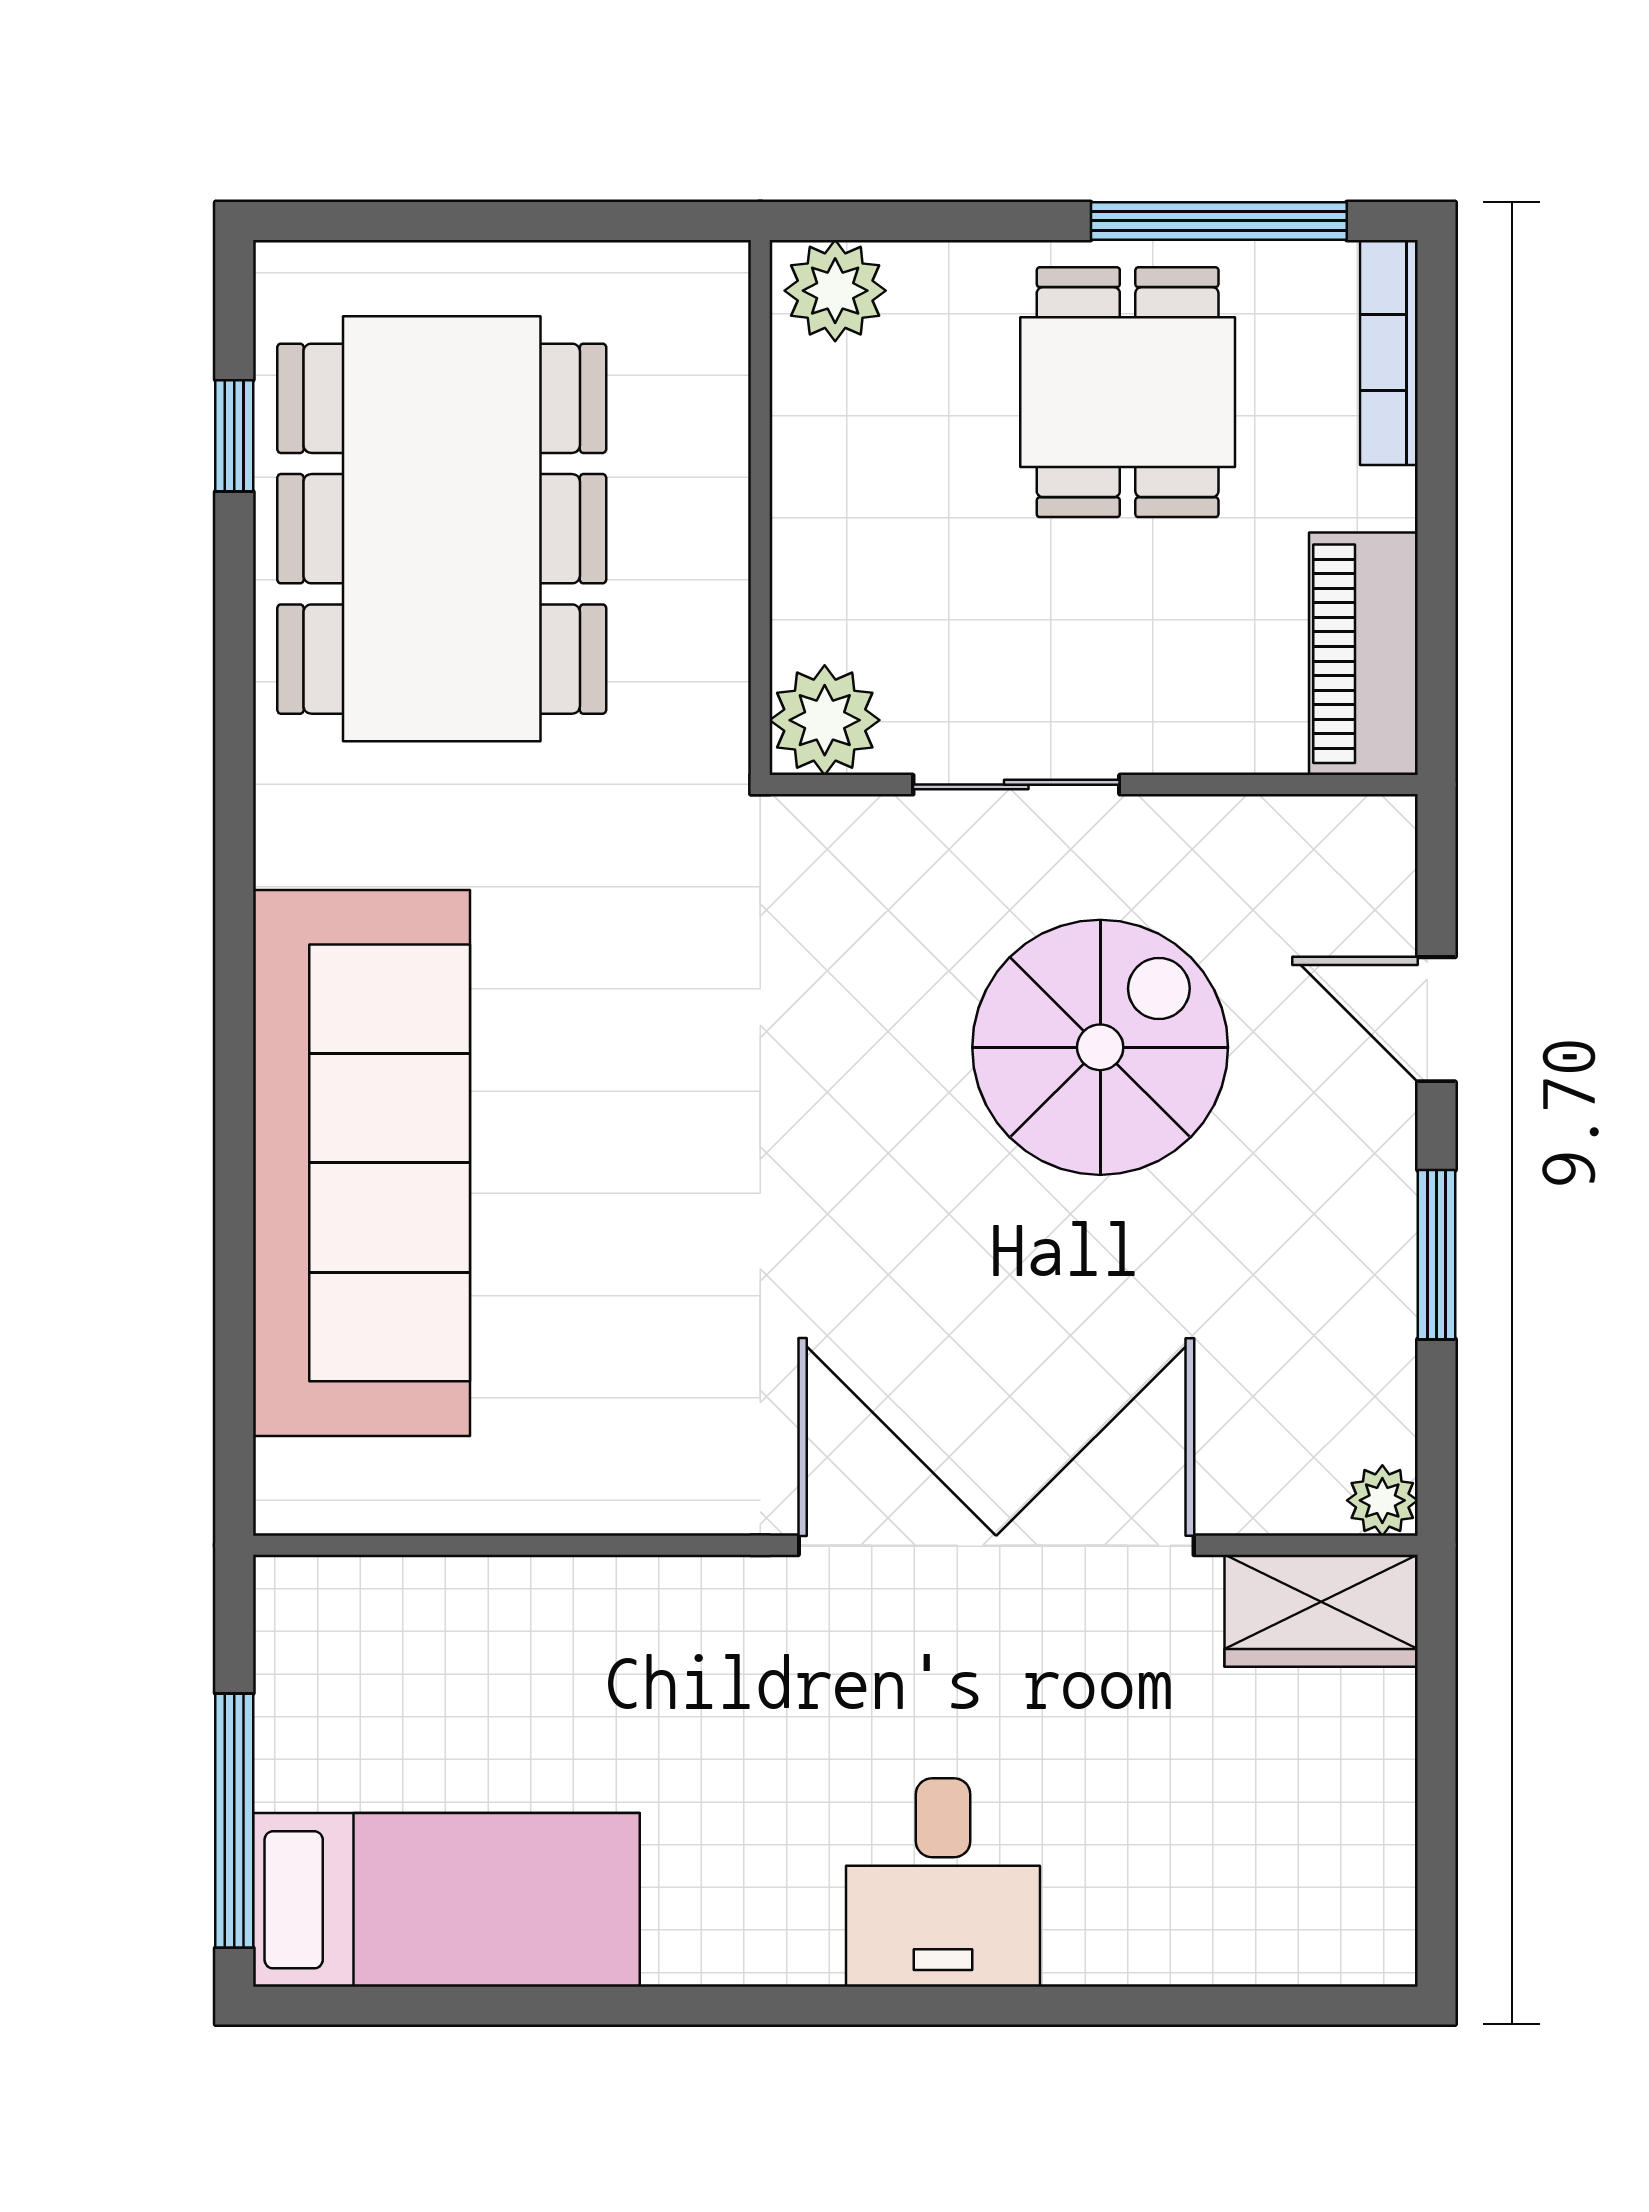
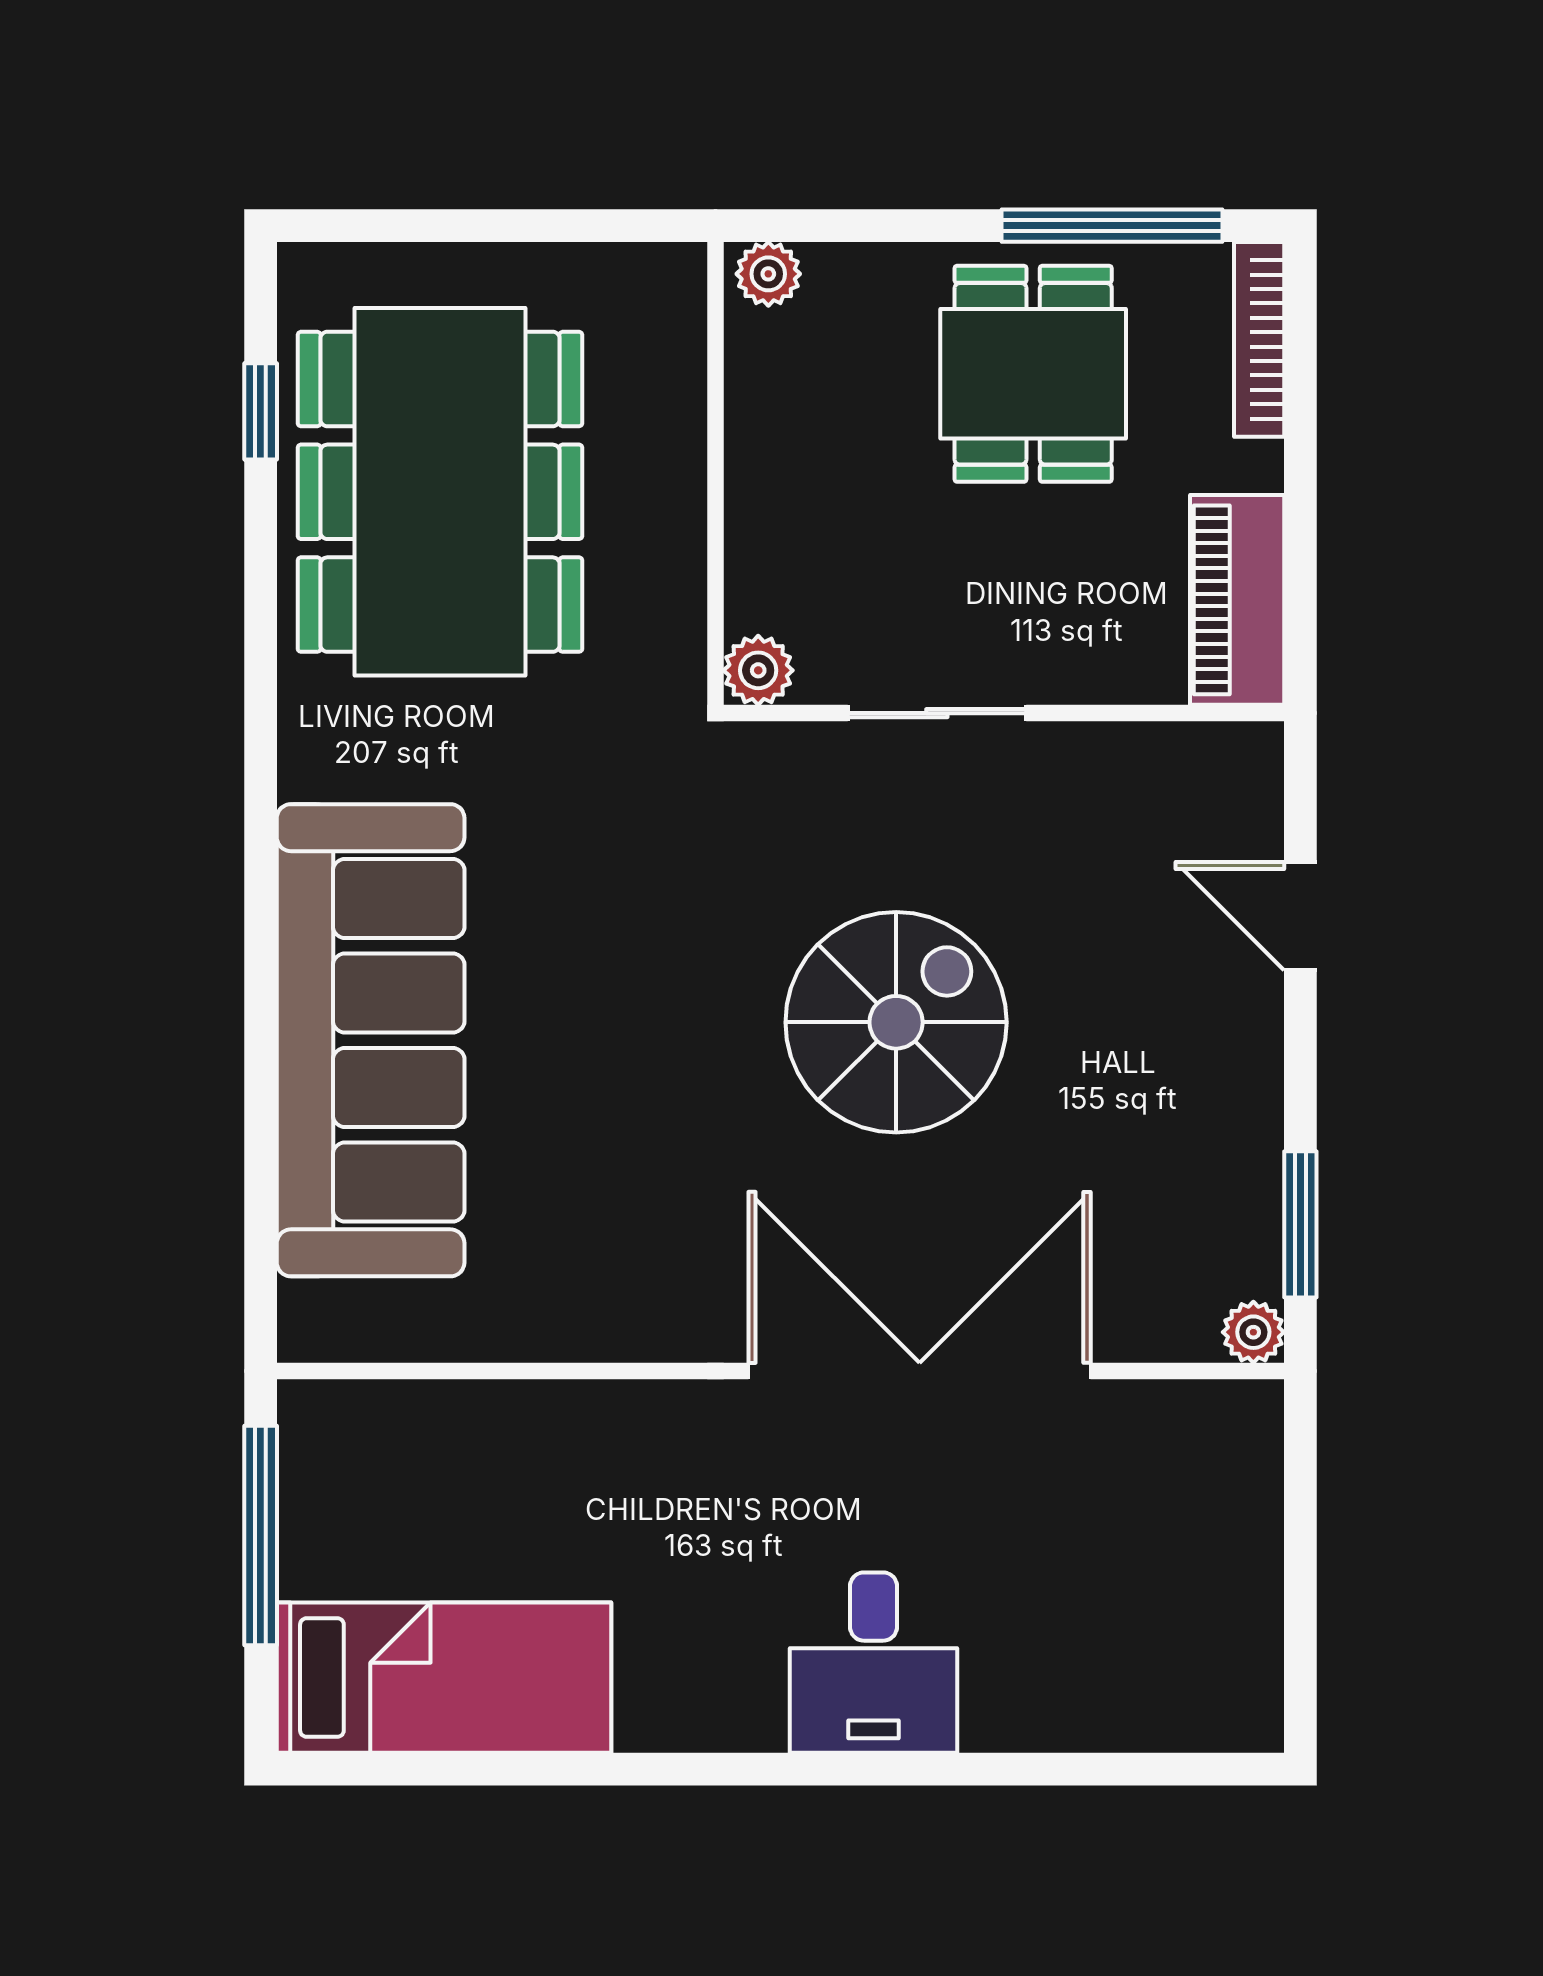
plant: (835, 291) -> (768, 274), width x0.73, depth x0.73
plant: (825, 720) -> (758, 670), width x0.73, depth x0.73
spiral stairs: (1100, 1047) -> (896, 1022), moved
window: (1437, 1255) -> (1300, 1224), moved
wardrobe: (1321, 1611) -> (1201, 1428), removed
window: (234, 1821) -> (261, 1536), moved

